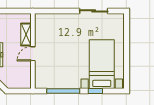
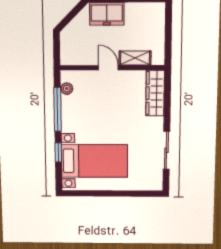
wardrobe: (51, 20) -> (155, 93), added
plant: (48, 84) -> (67, 89), added

